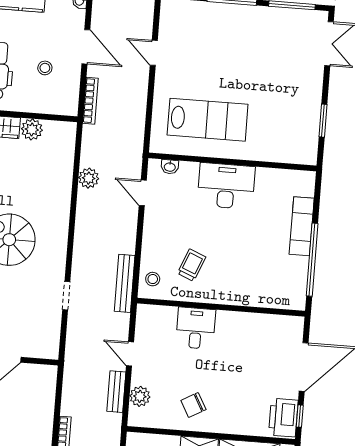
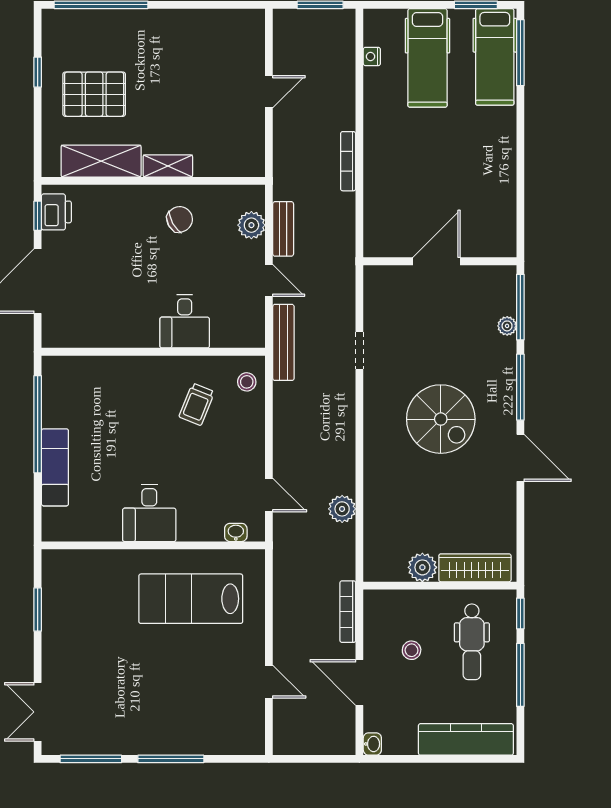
desk: (226, 186) -> (149, 513), width x0.73
bench: (125, 283) -> (283, 342), moved
printer: (283, 418) -> (56, 212), width x0.73, depth x0.84

